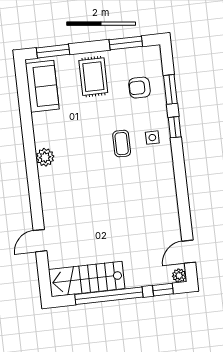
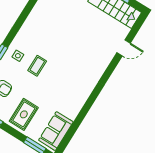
plant: (45, 157) -> (85, 91), removed

